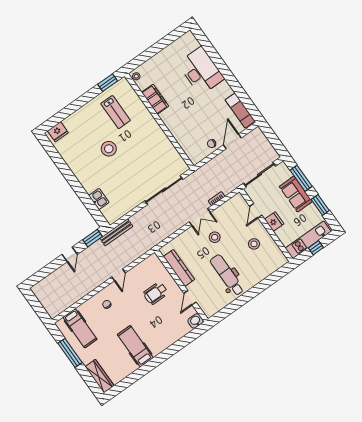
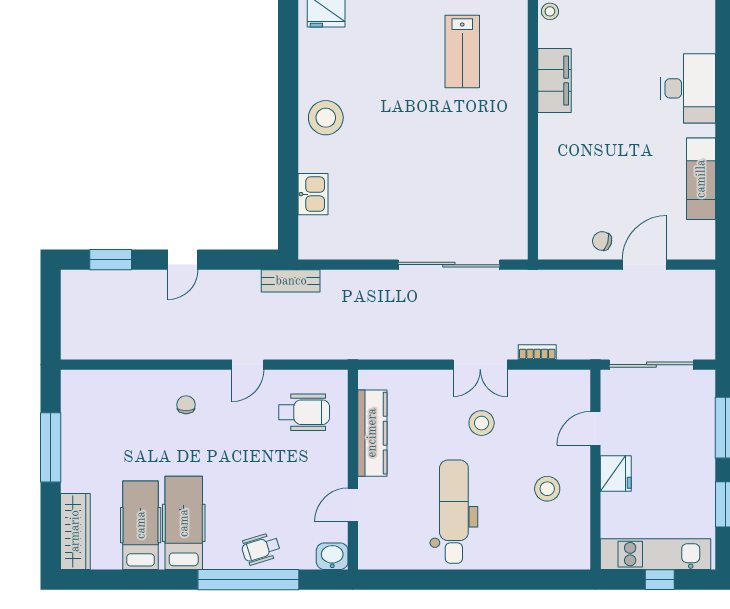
desk: (201, 71) -> (688, 88), width x0.73, depth x0.77
exam couch: (240, 111) -> (701, 179), moved
stool: (109, 149) -> (326, 118), moved
sofa: (296, 194) -> (694, 450), removed
bench: (116, 232) -> (291, 281), width x0.73
window: (92, 238) -> (111, 260), moved
wheelchair: (156, 293) -> (304, 412), moved, turned 180
hospital bed: (80, 328) -> (141, 525), moved, turned 180
wheelchair: (169, 336) -> (261, 549), added
window: (172, 350) -> (248, 580), added

